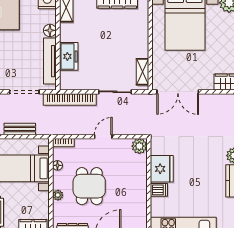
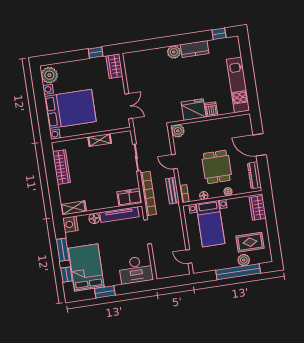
freezer: (69, 56) -> (129, 197), moved
shelving: (142, 72) -> (100, 140), moved
double door: (178, 92) -> (129, 106), width x0.73
bench: (20, 129) -> (173, 191), moved
dining table: (89, 186) -> (217, 167), turned 90

